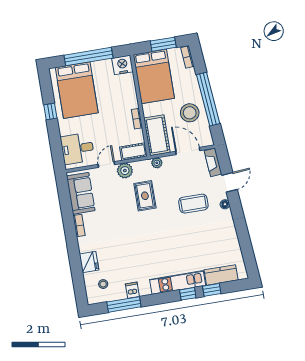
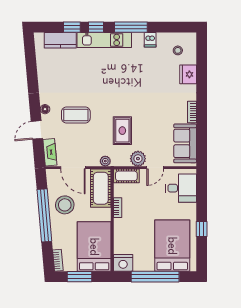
window: (124, 304) -> (131, 27), moved

